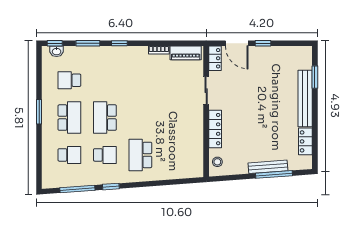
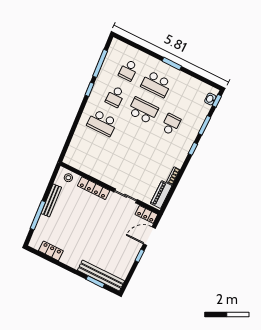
school desk: (69, 80) -> (171, 124), moved
bench: (305, 99) -> (101, 276), moved
school desk: (140, 155) -> (102, 123), turned 180
bench: (268, 167) -> (51, 200), moved

